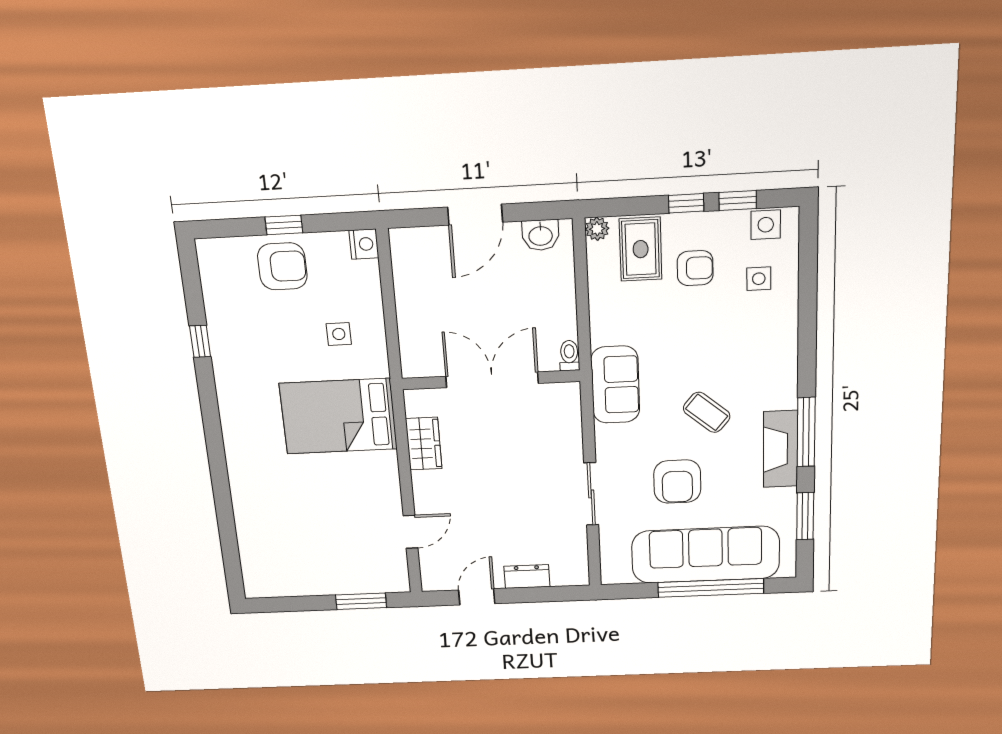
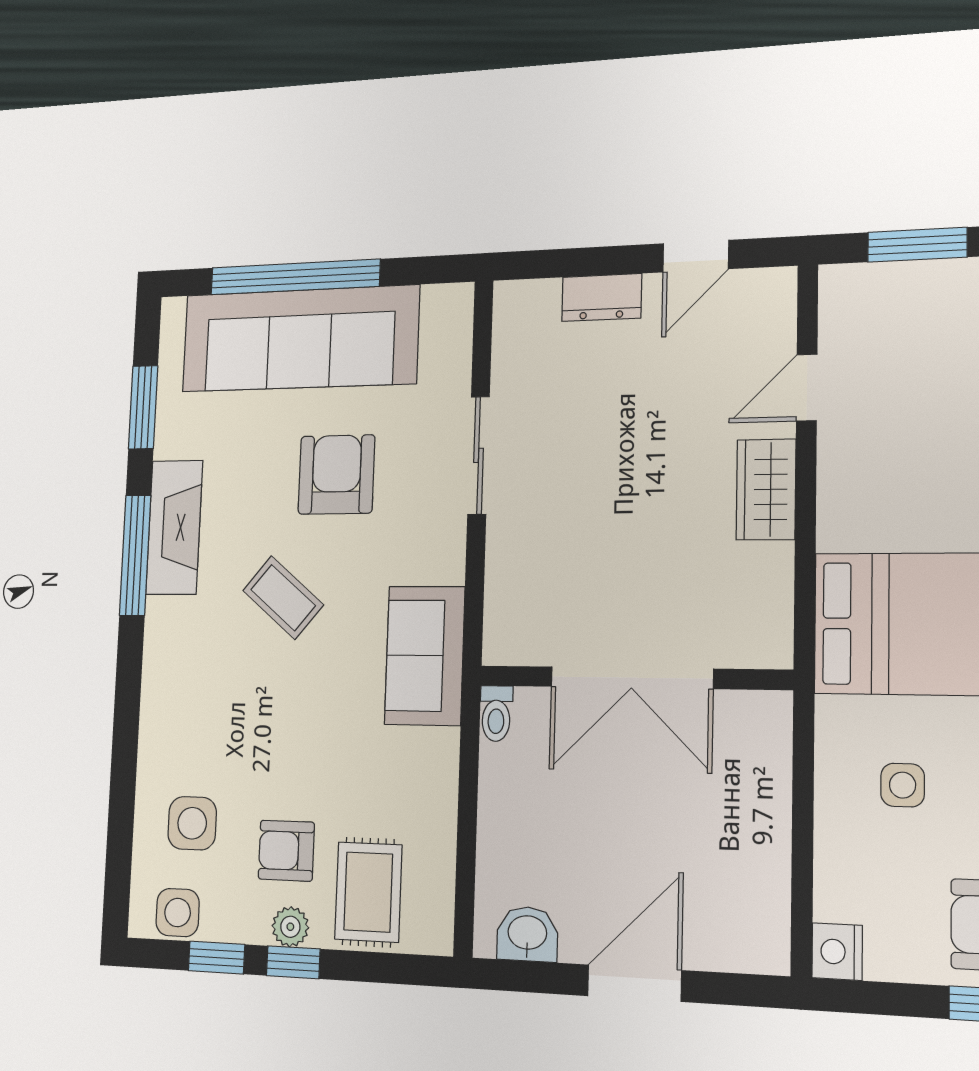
plant: (597, 229) -> (290, 927), moved
side table: (759, 279) -> (192, 823), width x1.37, depth x1.37
wardrobe: (424, 444) -> (766, 489), moved

